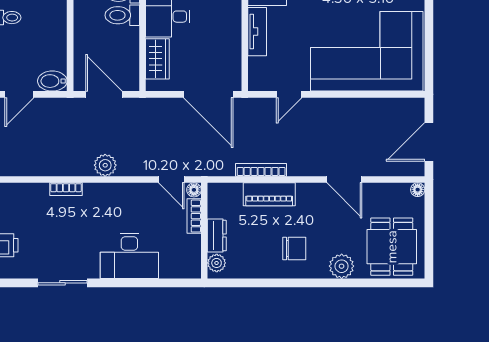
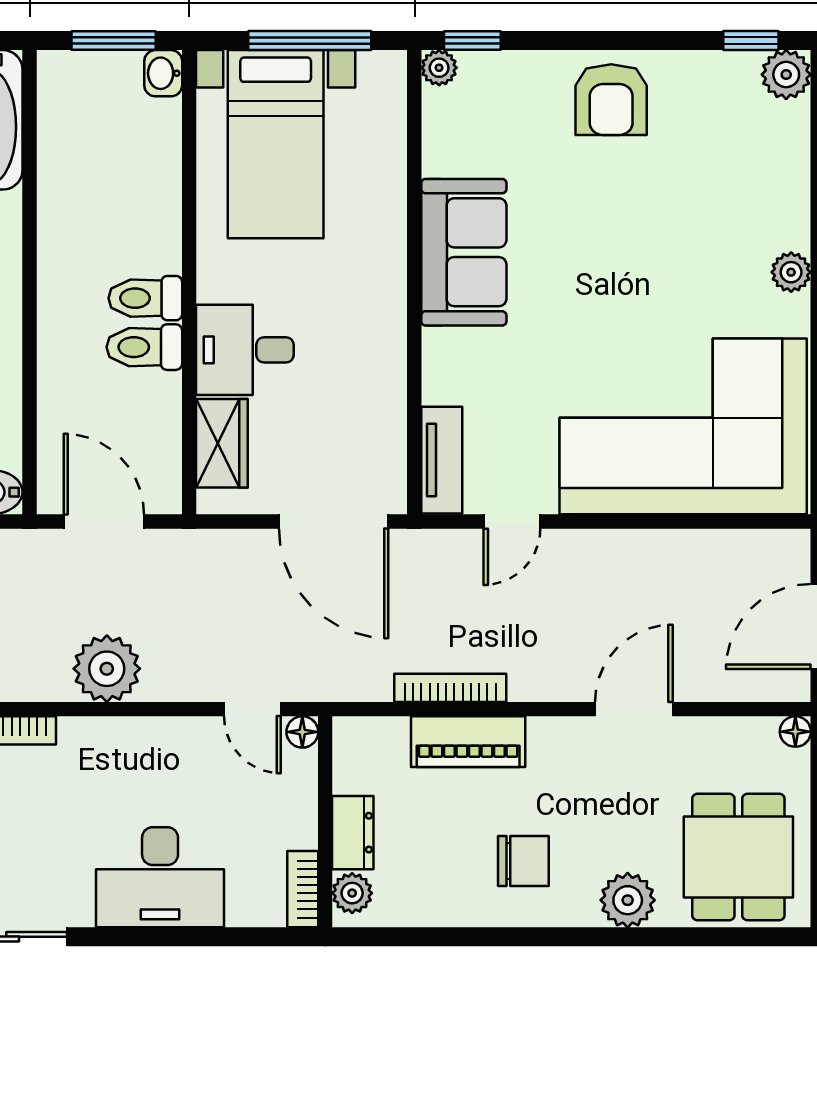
tv unit: (257, 32) -> (442, 460), moved
plant: (105, 165) -> (107, 669), width x1.36, depth x1.36
door: (344, 180) -> (634, 709), swing flipped
bookcase: (194, 216) -> (303, 889), moved

